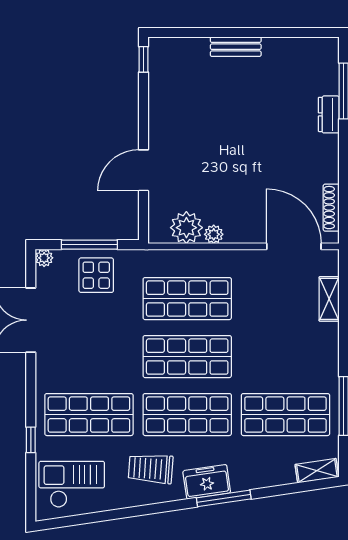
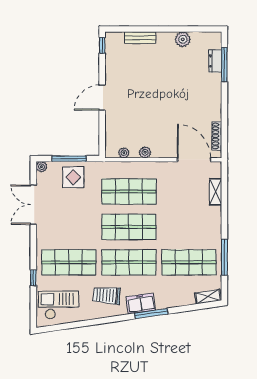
bench: (236, 47) -> (140, 38), moved
plant: (275, 49) -> (183, 39), added
dresser: (329, 114) -> (215, 61), moved
door: (143, 170) -> (102, 98), moved
plant: (186, 228) -> (124, 153), width x0.53, depth x0.53

